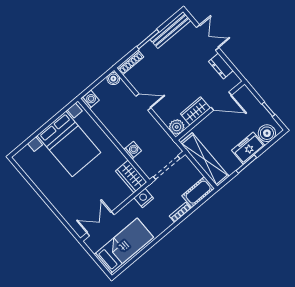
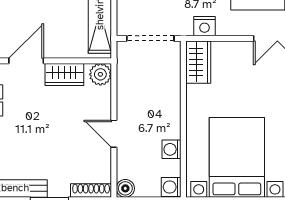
door: (221, 101) -> (26, 61), hinge flipped
washing machine: (133, 150) -> (172, 149), moved

